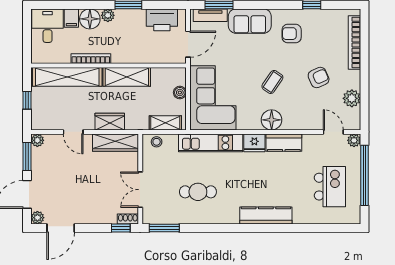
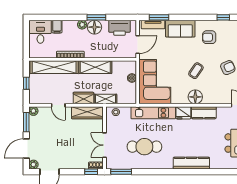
floor lamp: (90, 19) -> (94, 27), moved
shelving: (165, 123) -> (105, 99), moved
cafe table: (198, 192) -> (144, 147), width x1.37, depth x1.35

